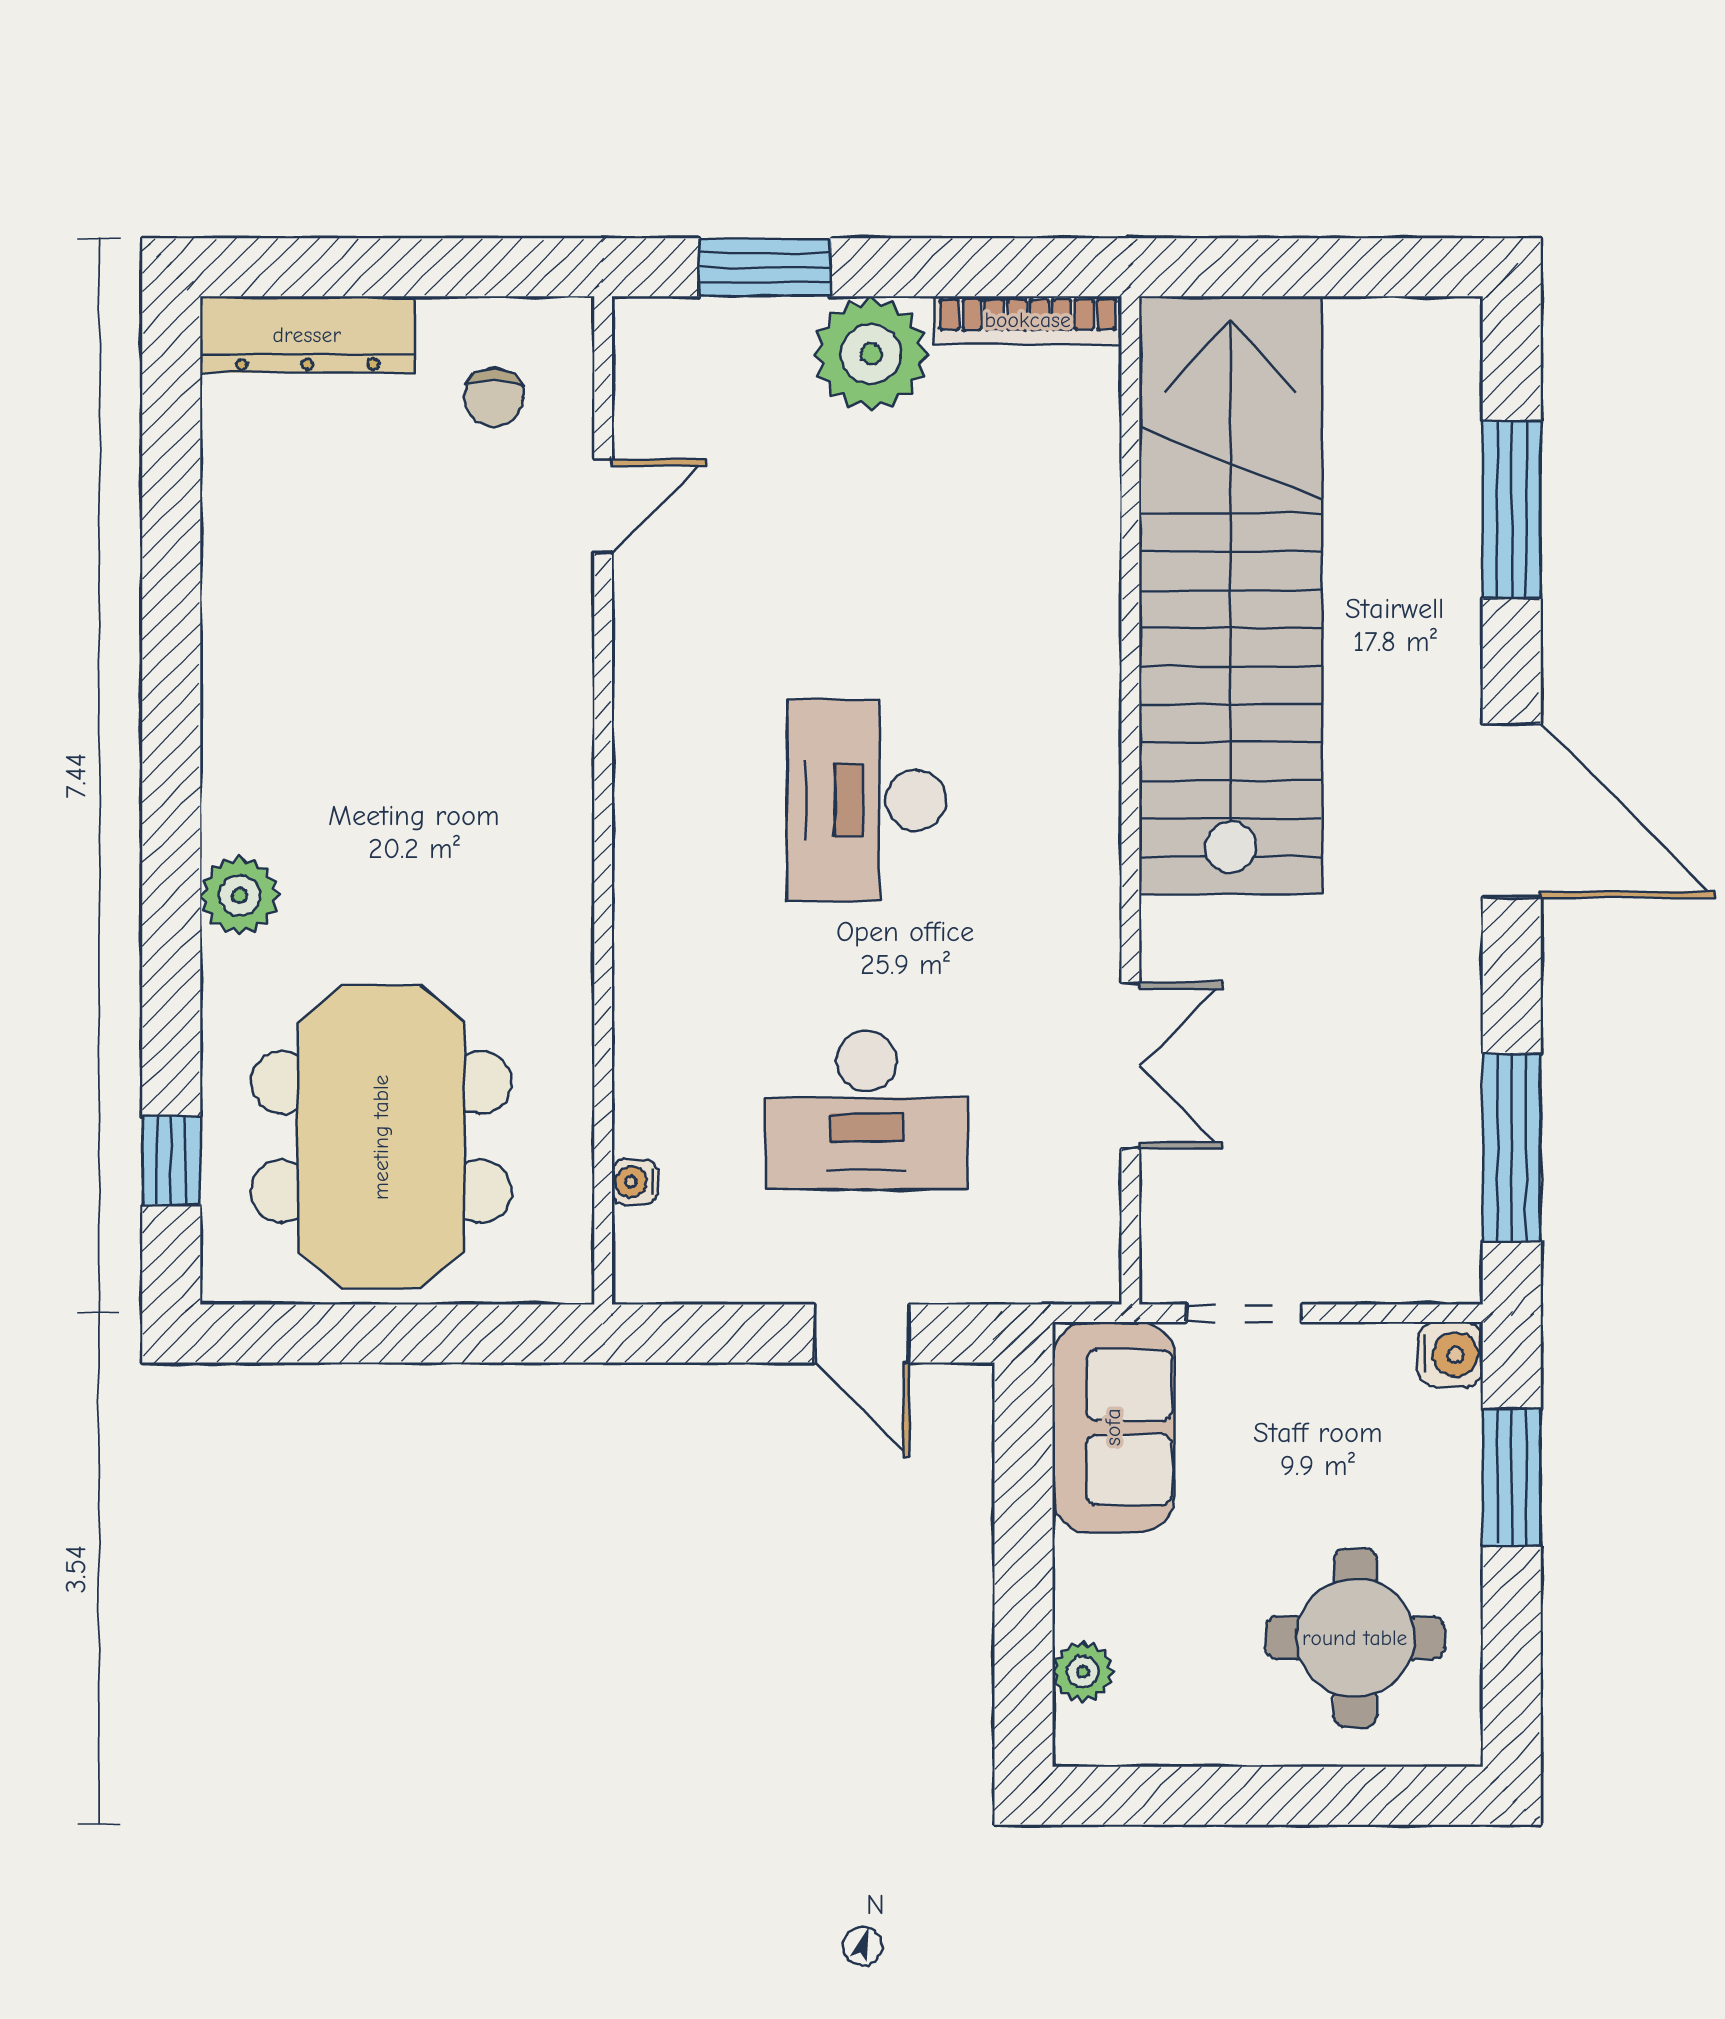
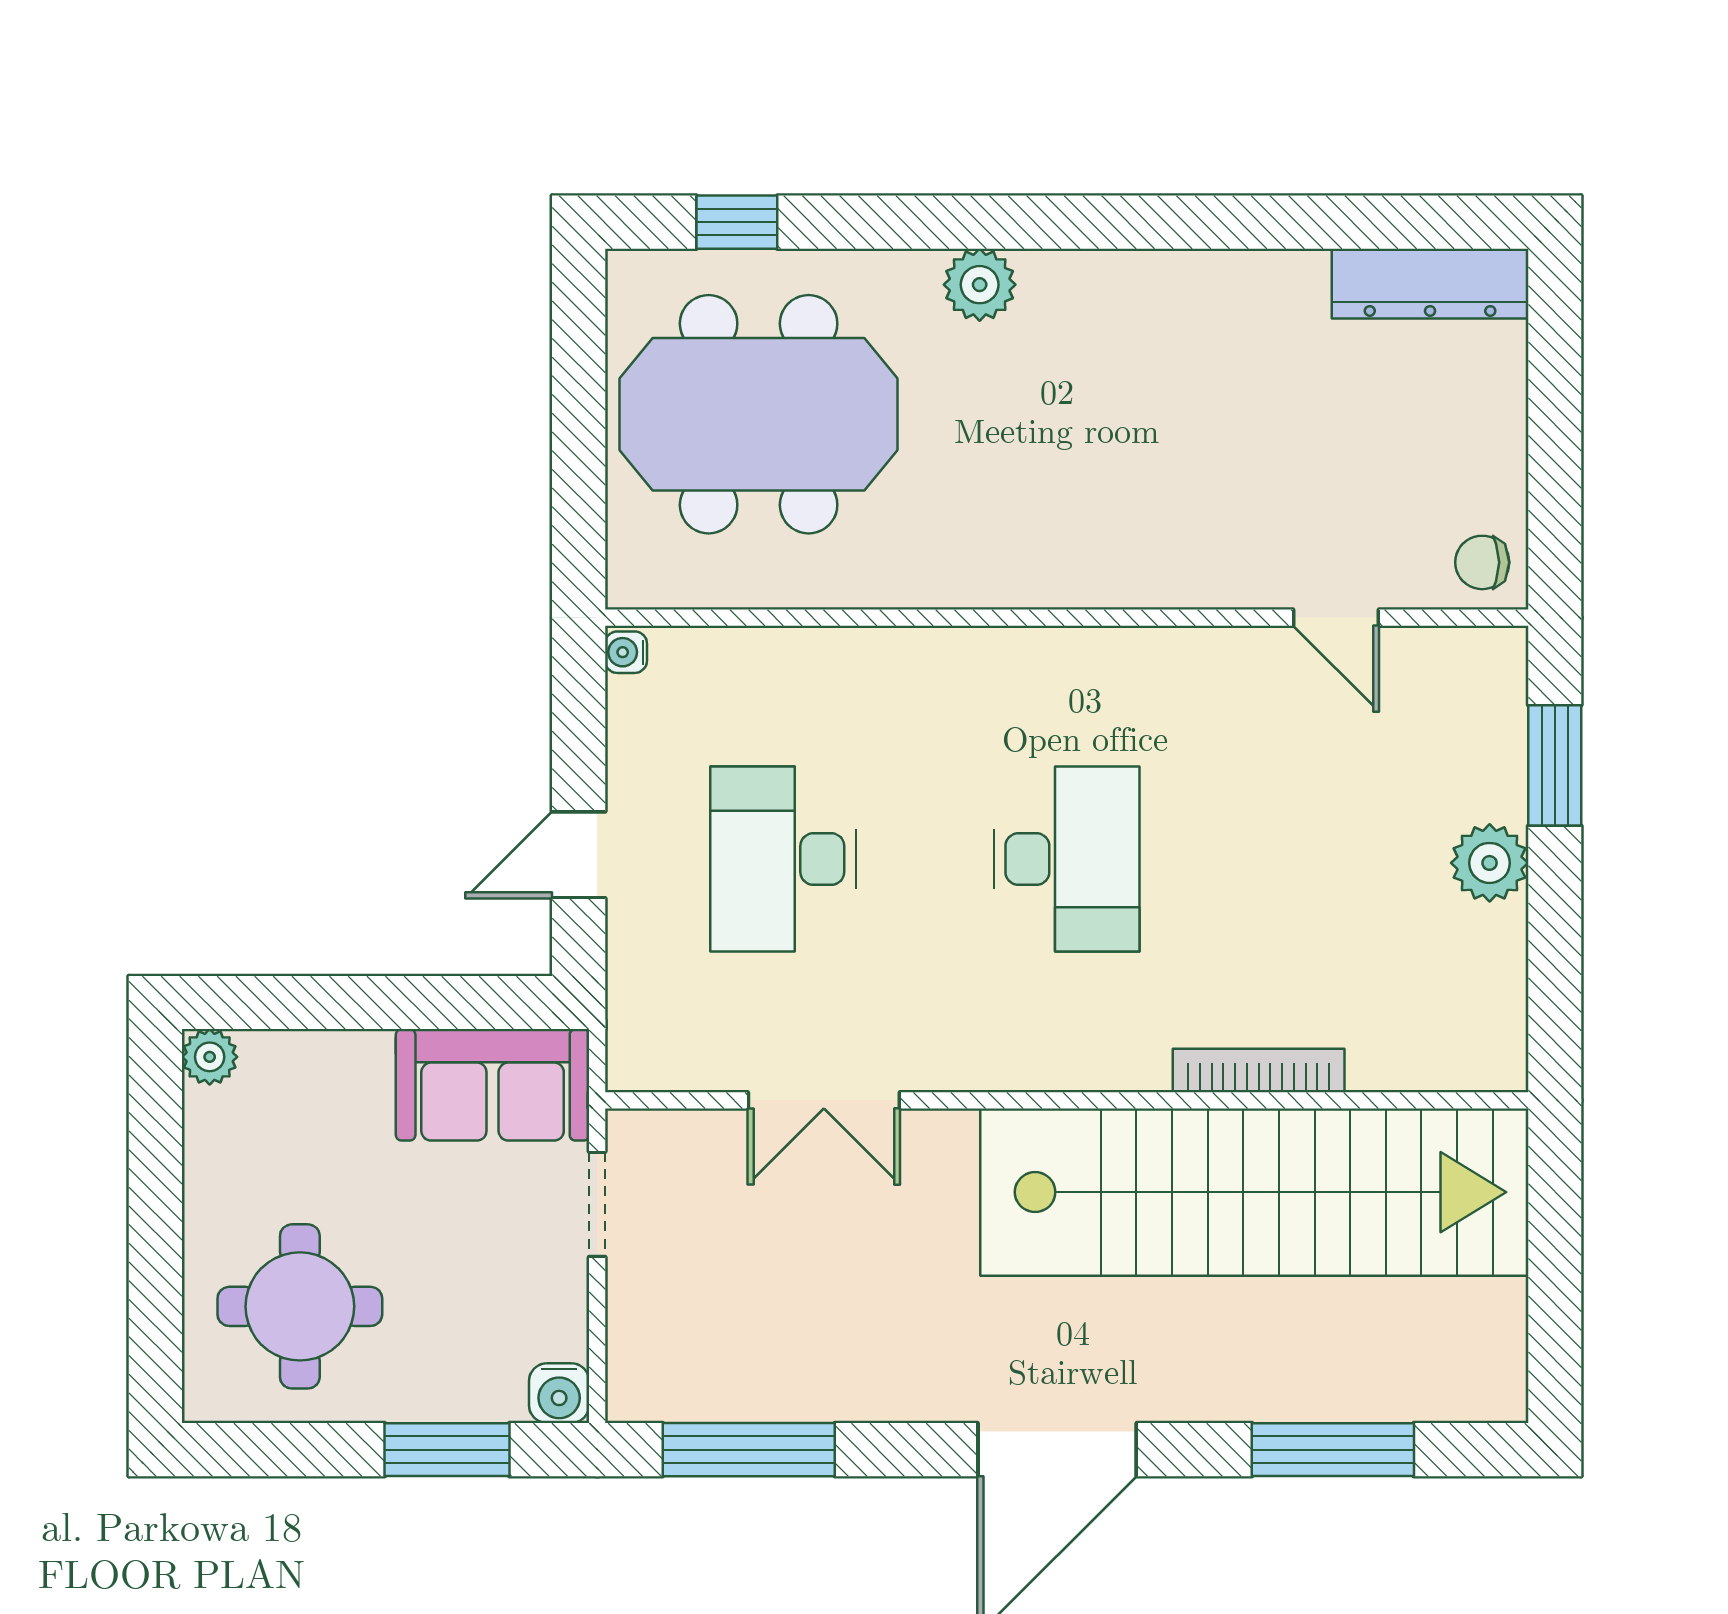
bookcase: (1028, 320) -> (1259, 1071), moved, turned 90
dresser: (307, 335) -> (1430, 284), moved, turned -90
plant: (871, 354) -> (1490, 863), width x0.73, depth x0.73
chair: (494, 397) -> (1482, 562), moved
desk: (867, 800) -> (1067, 859), turned 90
water cooler: (635, 1182) -> (626, 652), moved, turned -90
plant: (1083, 1672) -> (210, 1057), moved

